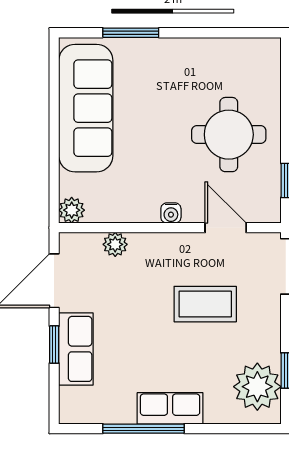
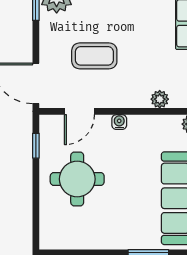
door: (226, 228) -> (79, 111), hinge flipped

